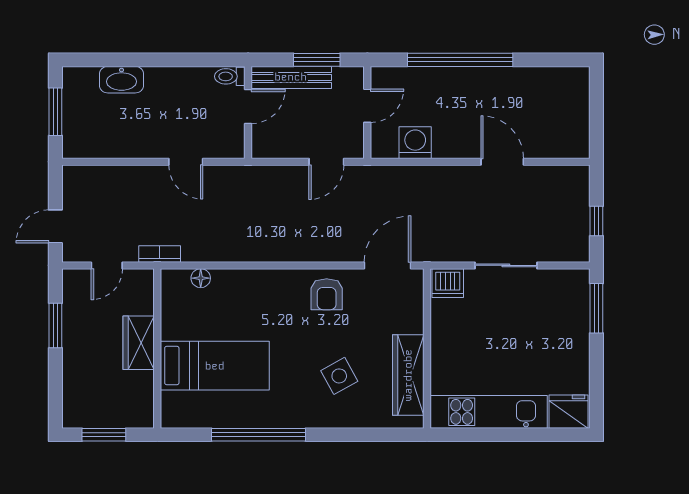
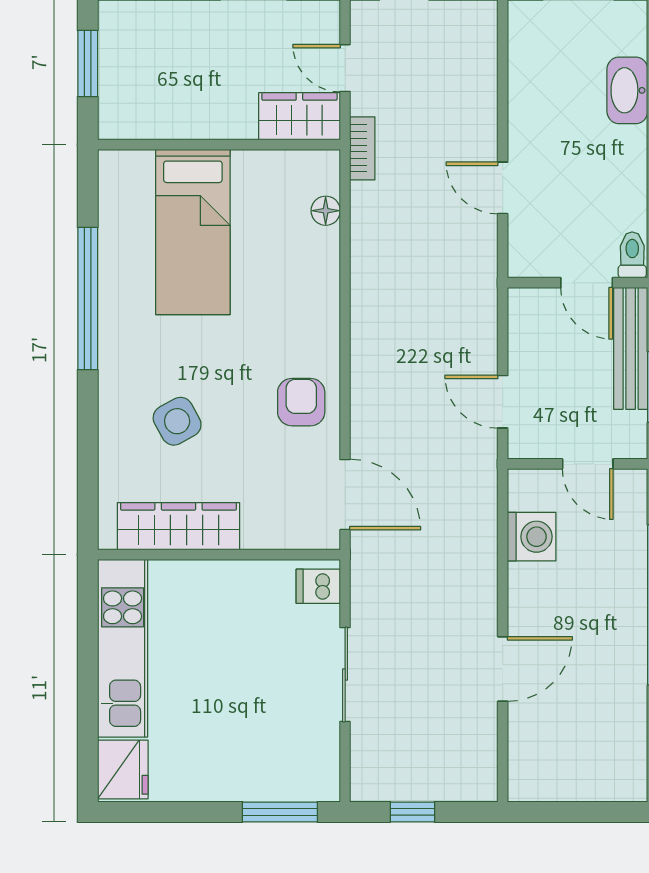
door: (186, 162) -> (503, 188), hinge flipped
dishwasher: (448, 283) -> (318, 586), width x0.73
armchair: (327, 294) -> (301, 402), turned 90
wardrobe: (139, 343) -> (299, 116), moved

